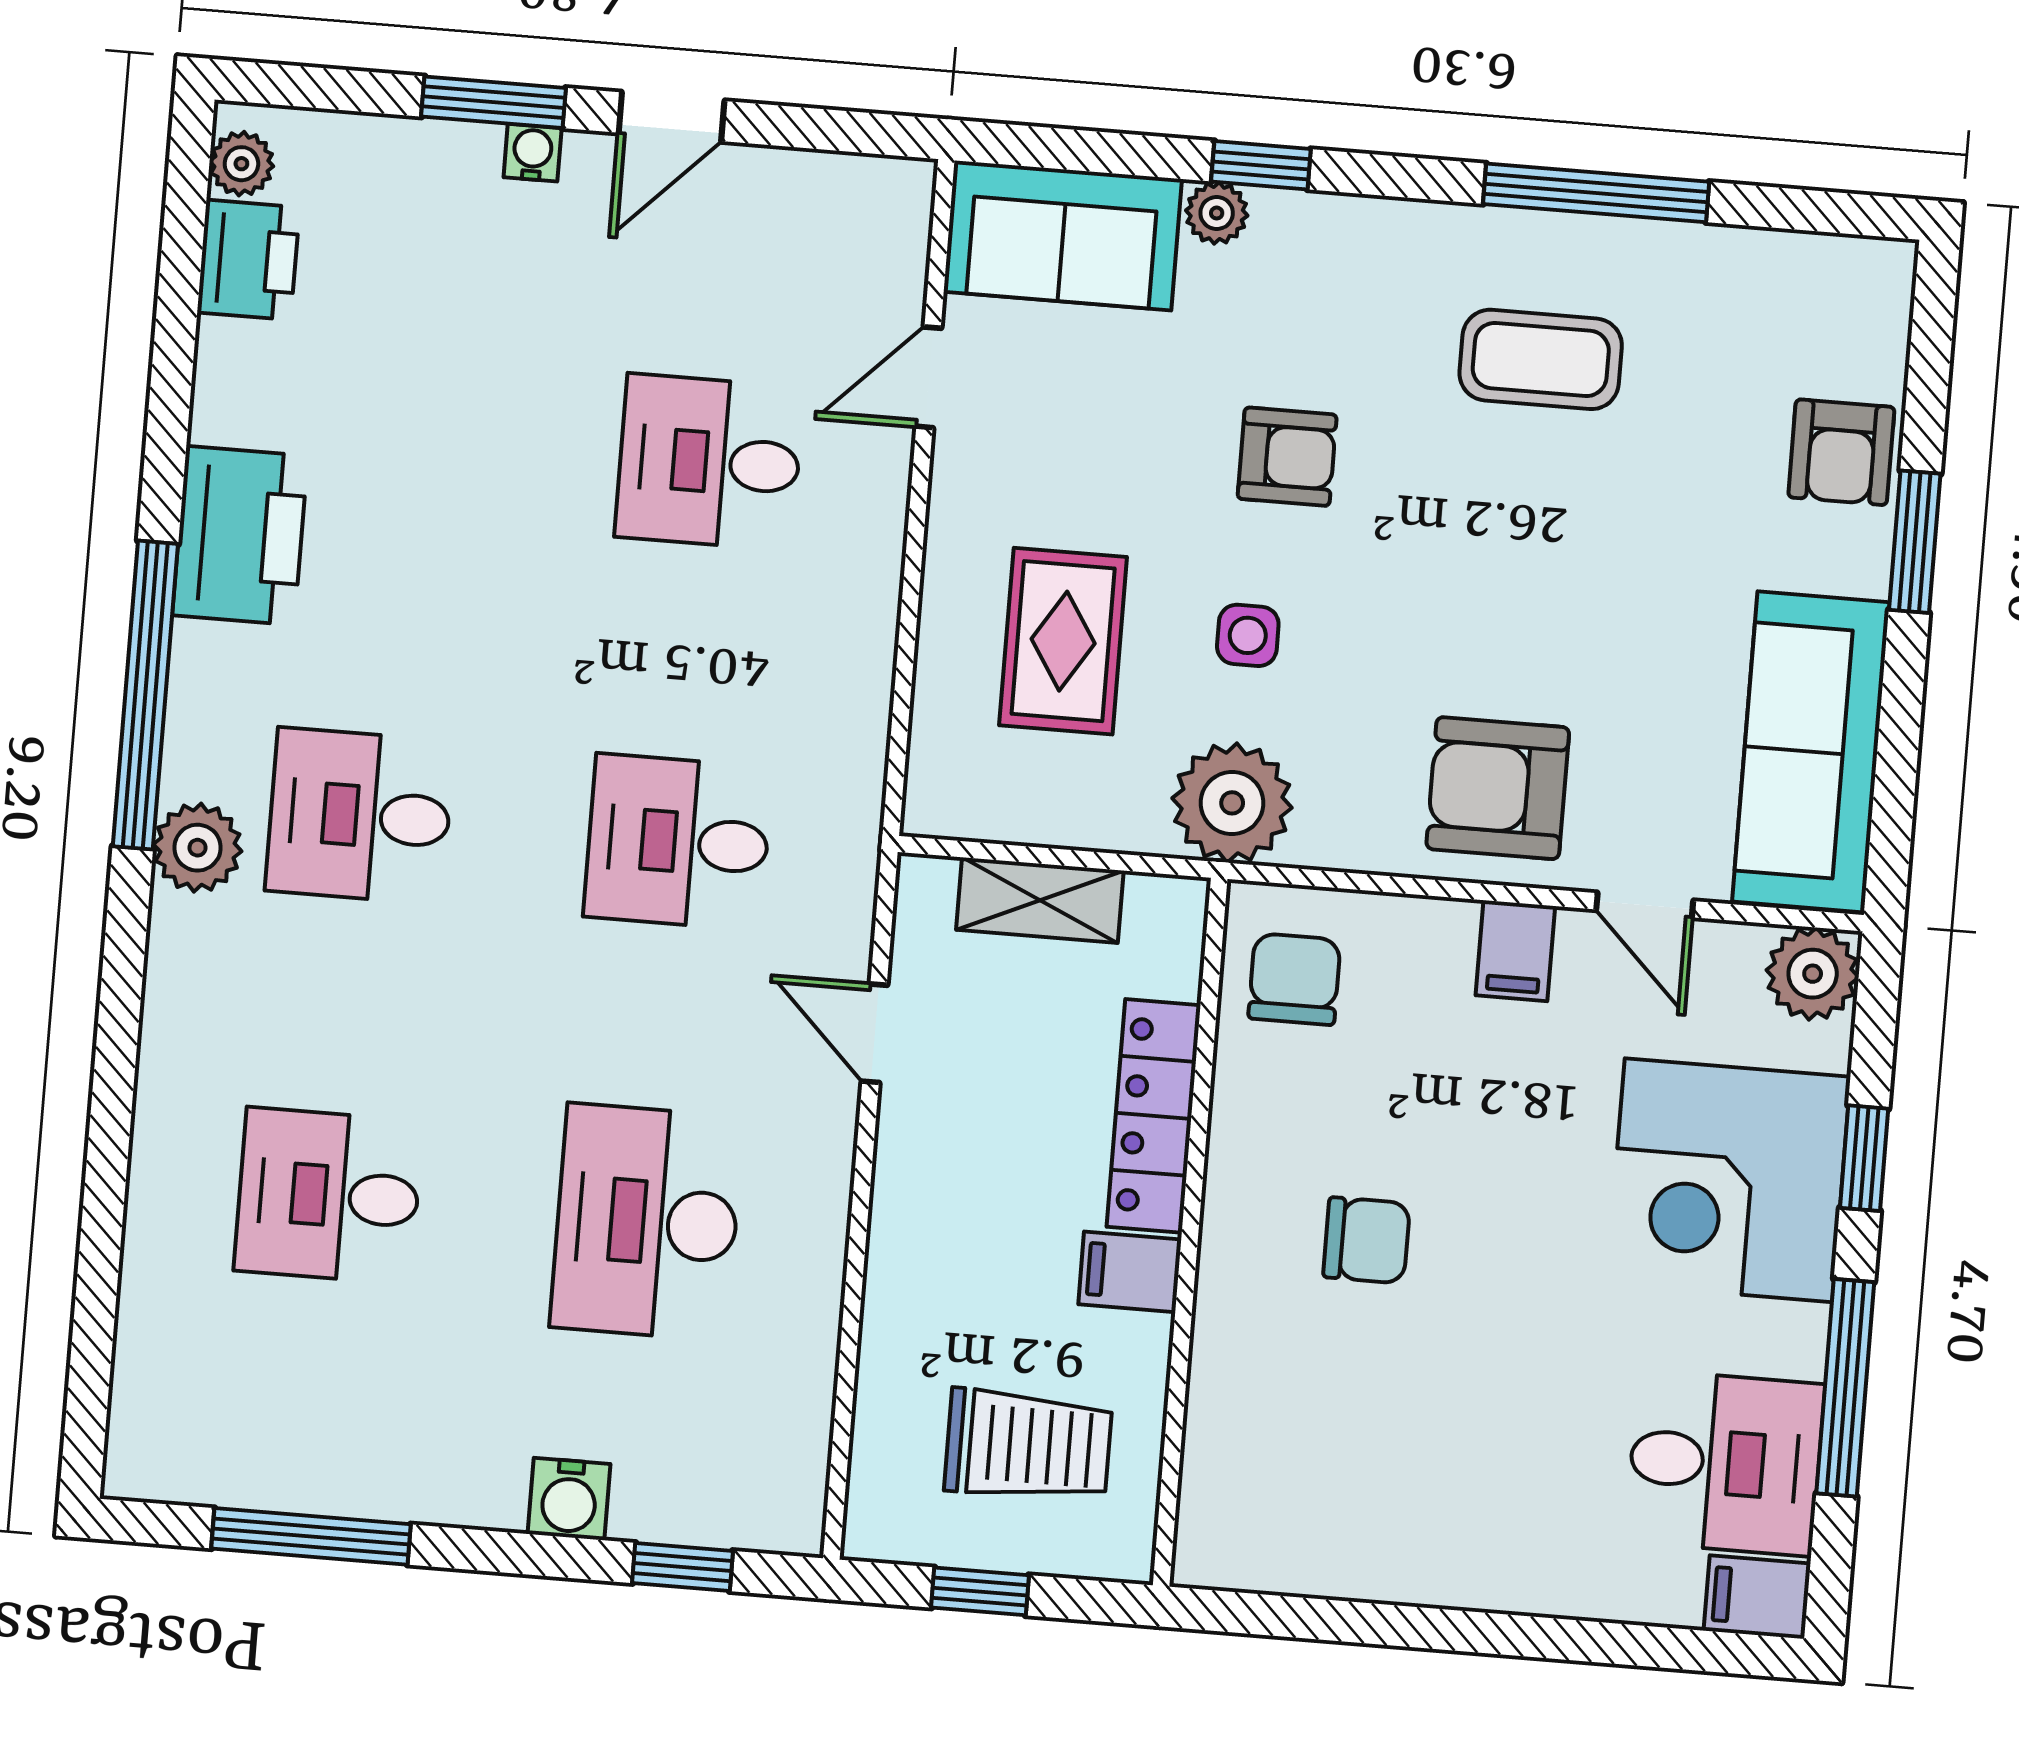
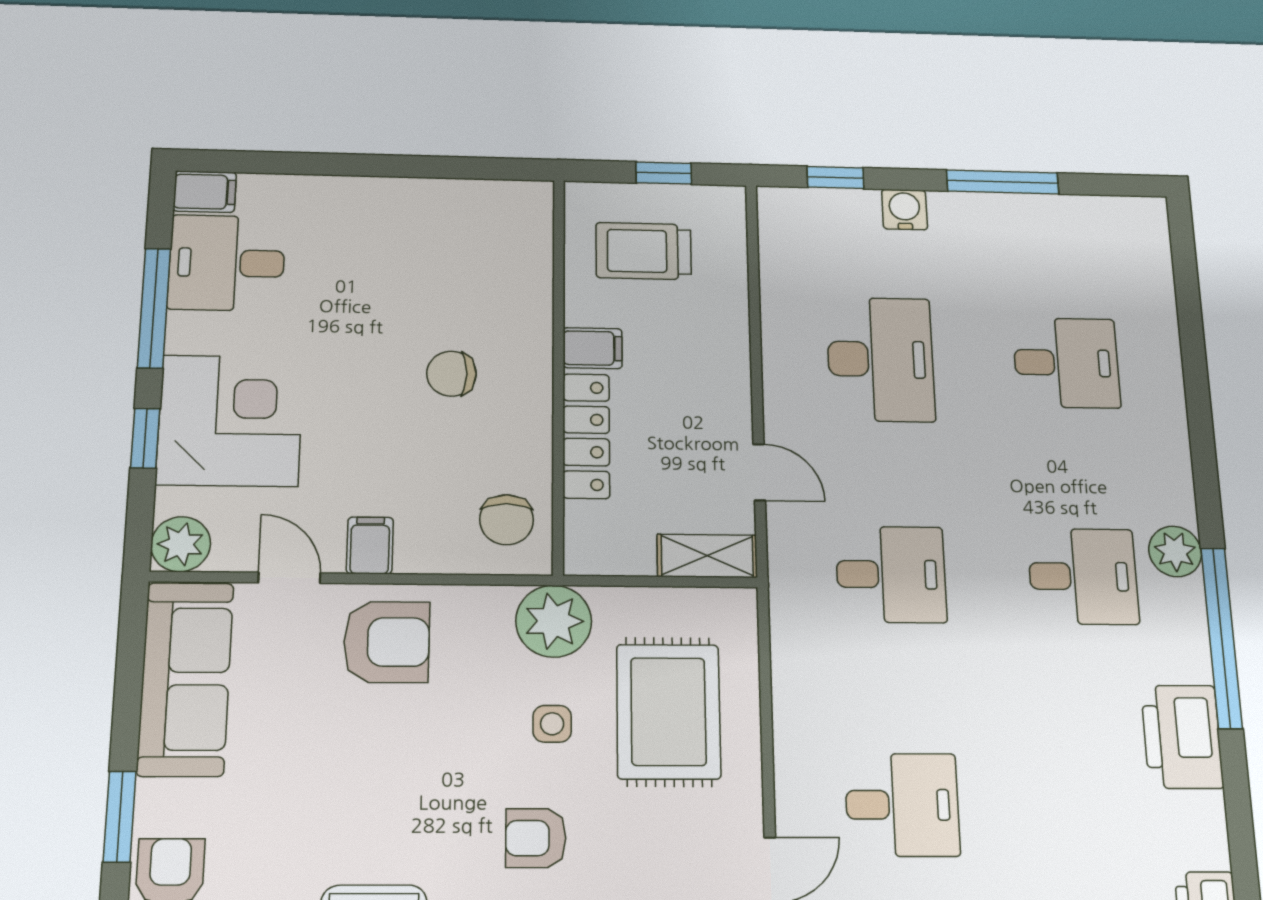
rug: (1063, 641) -> (668, 711), width x1.36, depth x1.43
shelving: (1040, 900) -> (707, 556), moved
window: (311, 1536) -> (1003, 182), moved

